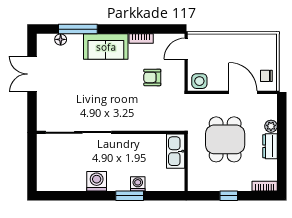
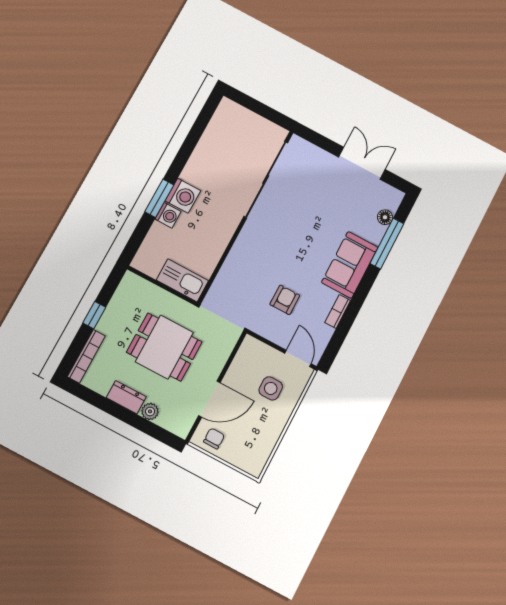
side table: (199, 81) -> (271, 388), moved
washing machine: (97, 181) -> (183, 196), moved
bookcase: (265, 186) -> (86, 356), width x1.56

